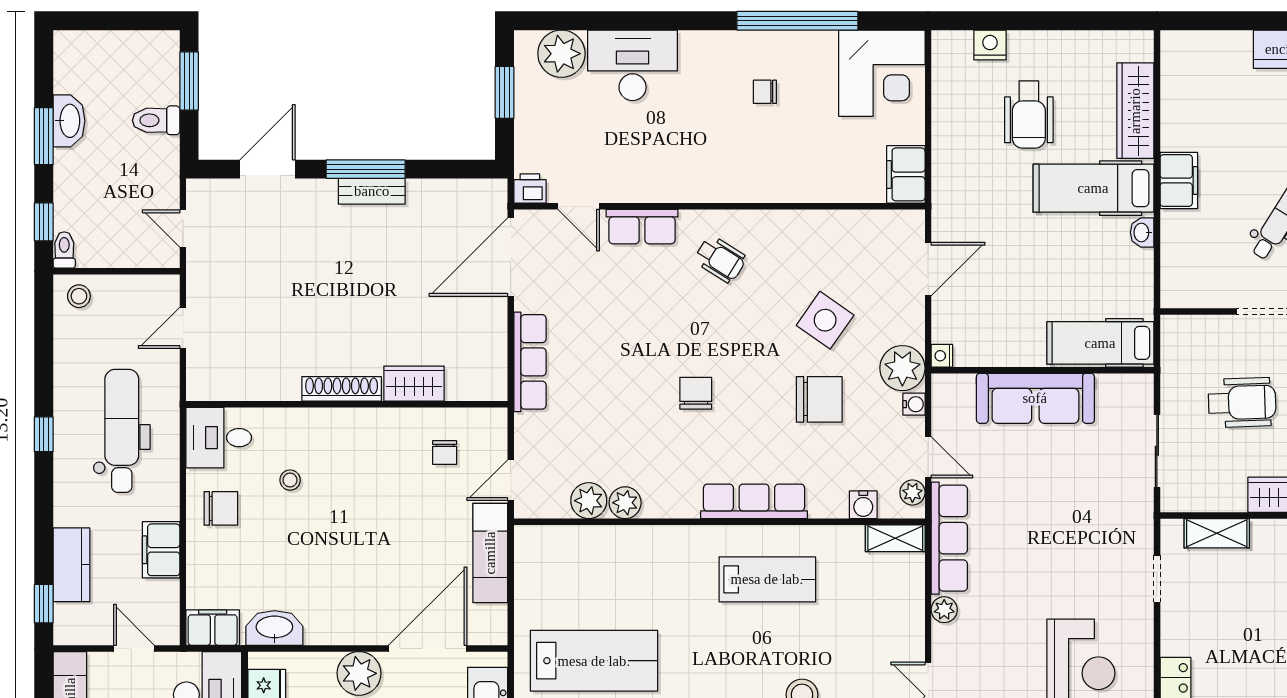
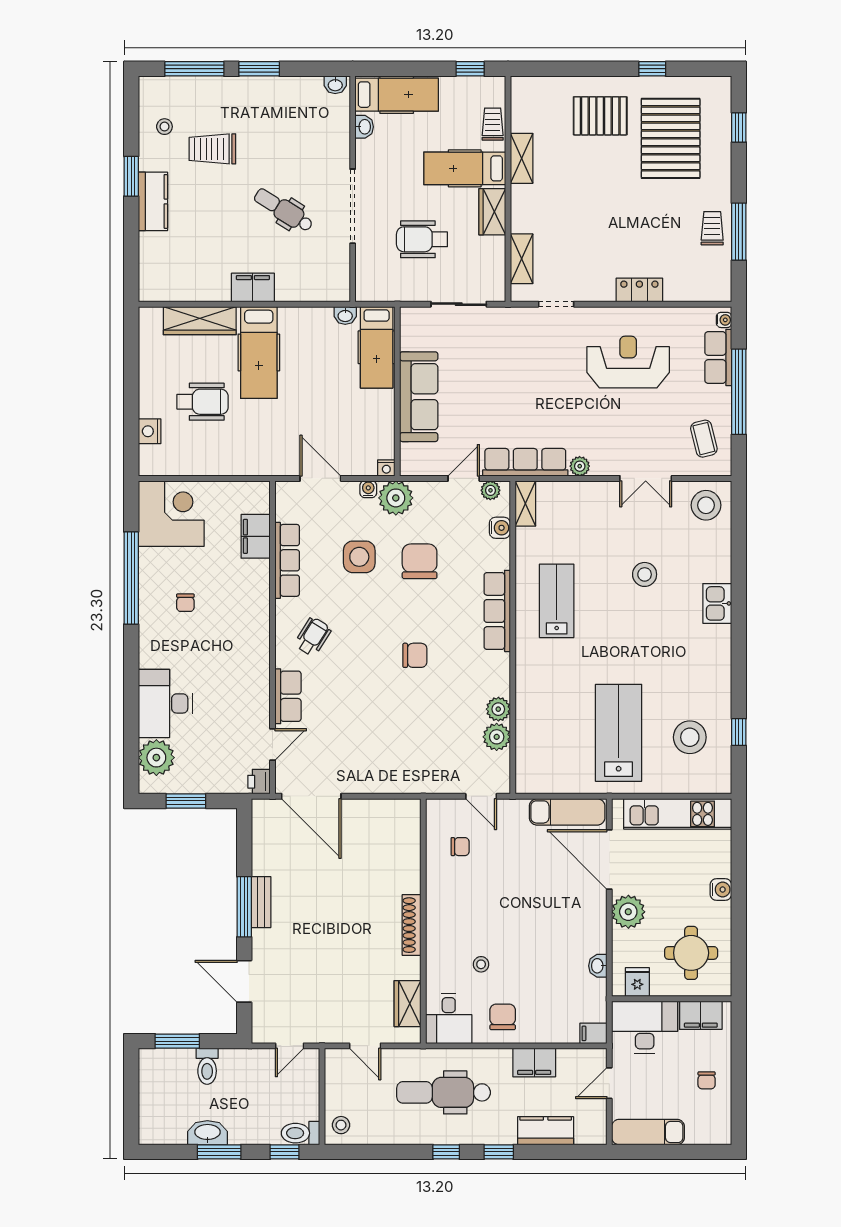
filing cabinet: (906, 174) -> (256, 536), moved, turned 90
washbasin: (1142, 232) -> (345, 315), moved
toilet: (64, 250) -> (300, 1133), width x1.37, depth x1.39
side table: (825, 320) -> (359, 557), turned -35
row of seats: (530, 362) -> (287, 560), moved, turned 90
wardrobe: (414, 384) -> (408, 1004), moved
chair: (696, 393) -> (415, 655), turned 180
wheelchair: (1242, 403) -> (422, 239), turned -88
water cooler: (914, 404) -> (368, 489), moved
exam couch: (490, 553) -> (567, 812), moved
window: (44, 604) -> (499, 1152), moved
filing cabinet: (213, 628) -> (593, 1033), width x0.50
washbasin: (274, 628) -> (598, 966), width x0.52, depth x0.69

